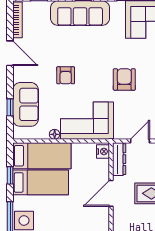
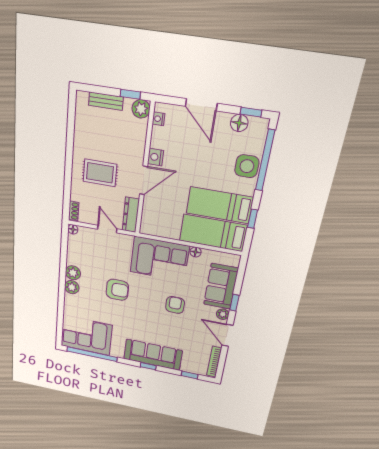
plant: (19, 75) -> (223, 314), added
armchair: (124, 79) -> (117, 290), turned -90
window: (10, 107) -> (234, 303), moved
door: (140, 141) -> (107, 229), swing flipped
nightstand: (103, 151) -> (155, 157), moved

